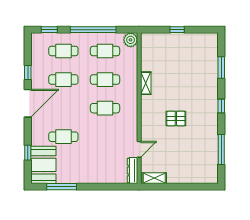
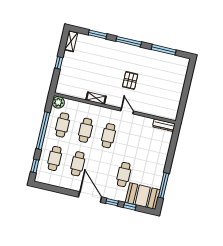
window: (28, 73) -> (112, 202), moved
window: (221, 106) -> (129, 42), width x2.17
door: (139, 149) -> (127, 111), moved
shelving: (154, 178) -> (71, 41), moved

